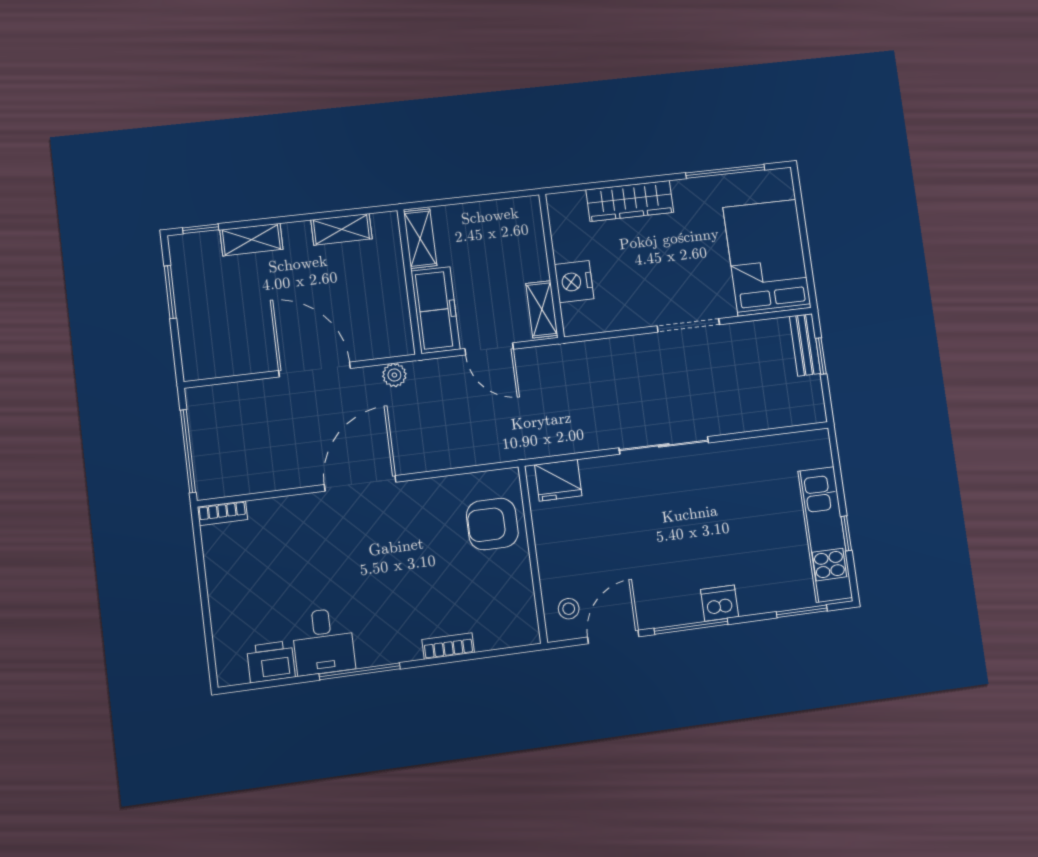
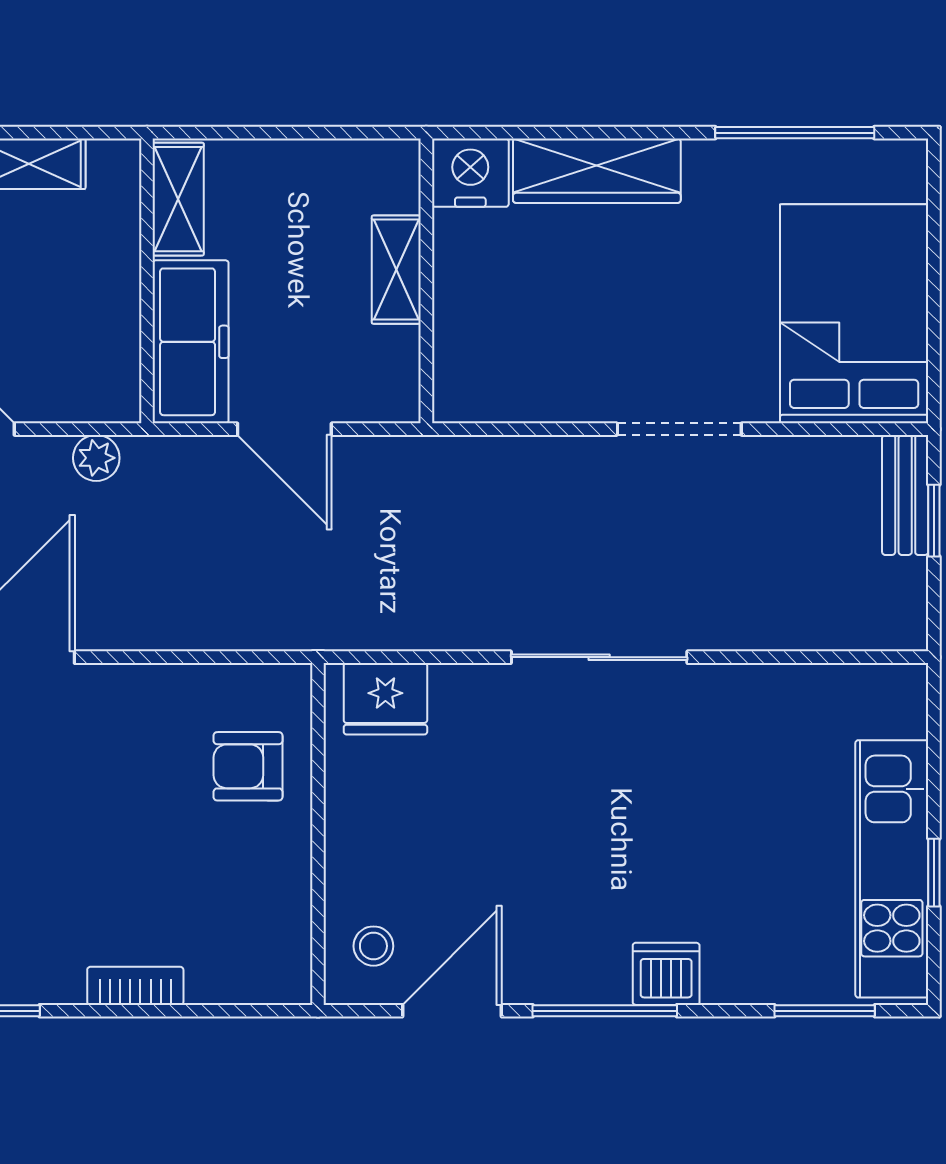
nightstand: (574, 282) -> (470, 173), moved, turned 90
shelving: (542, 309) -> (396, 270), moved
armchair: (492, 524) -> (248, 766), width x0.72, depth x0.72

